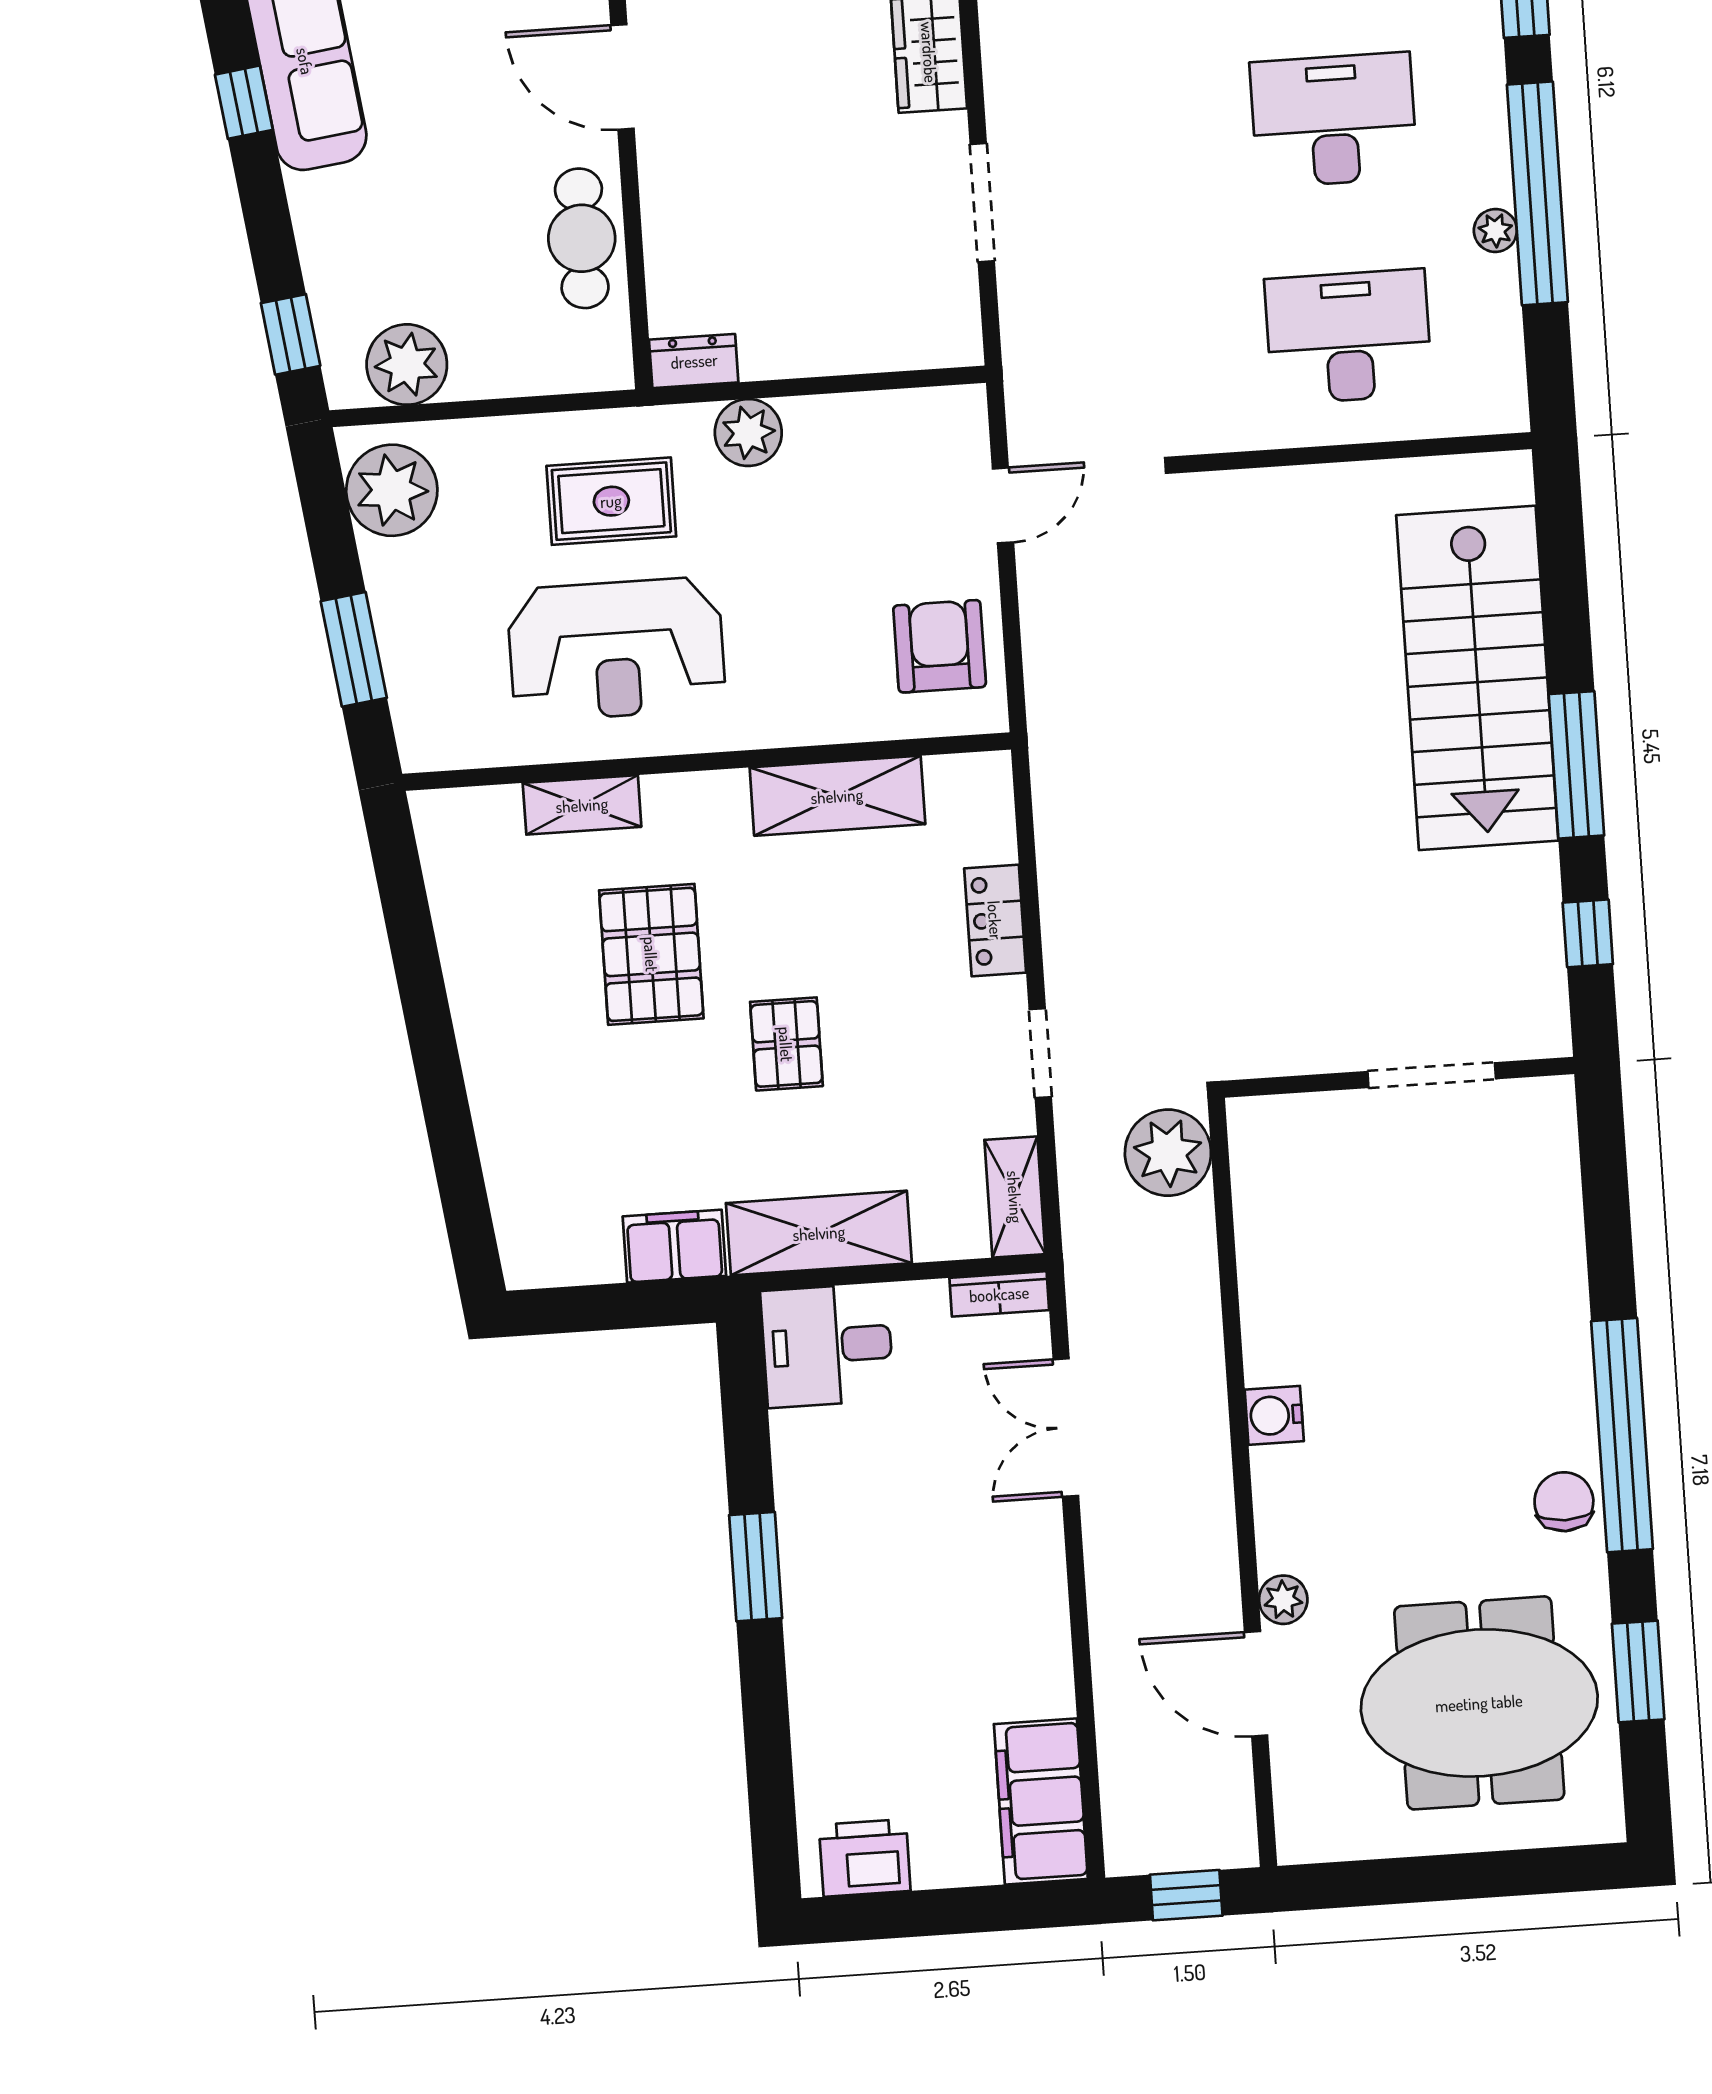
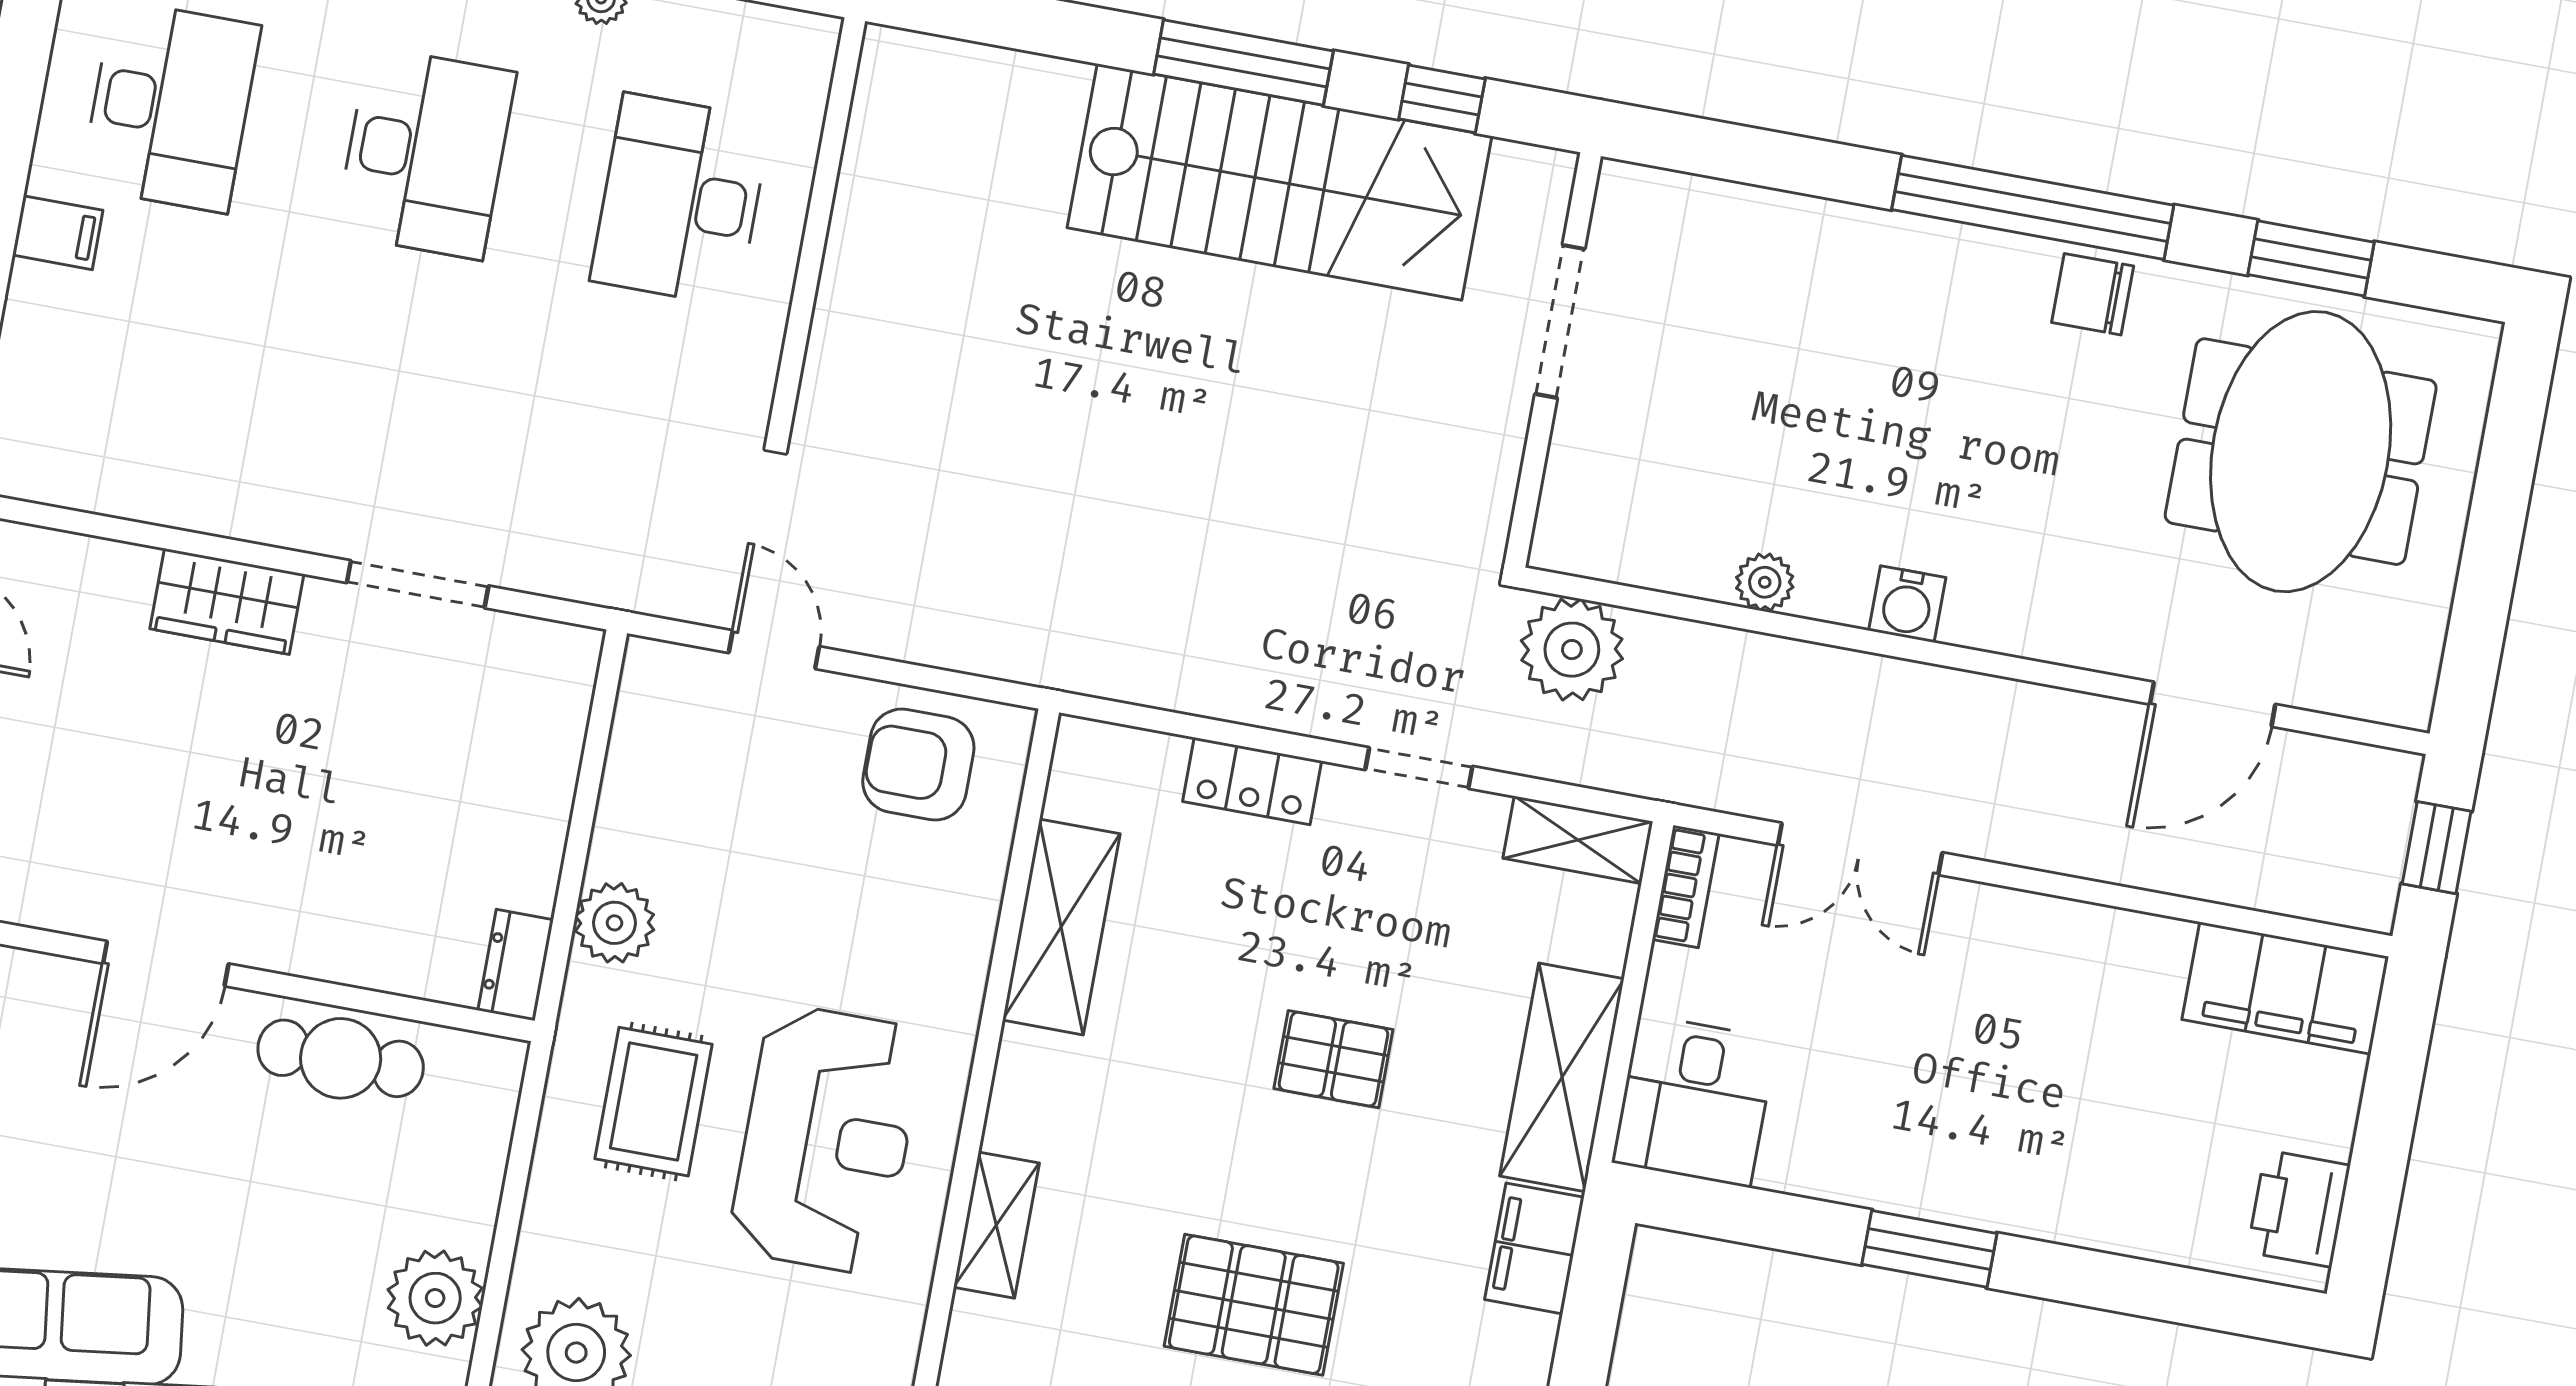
desk: (1334, 120) -> (425, 153), turned 180
stairs: (1477, 678) -> (1279, 182), moved
pallet: (651, 954) -> (1254, 1305), moved
plant: (1283, 1600) -> (1765, 582), moved

